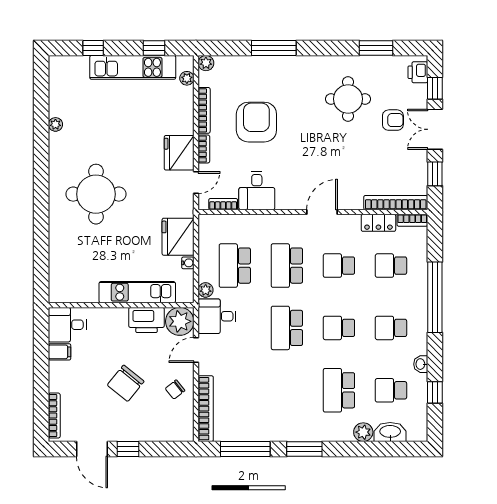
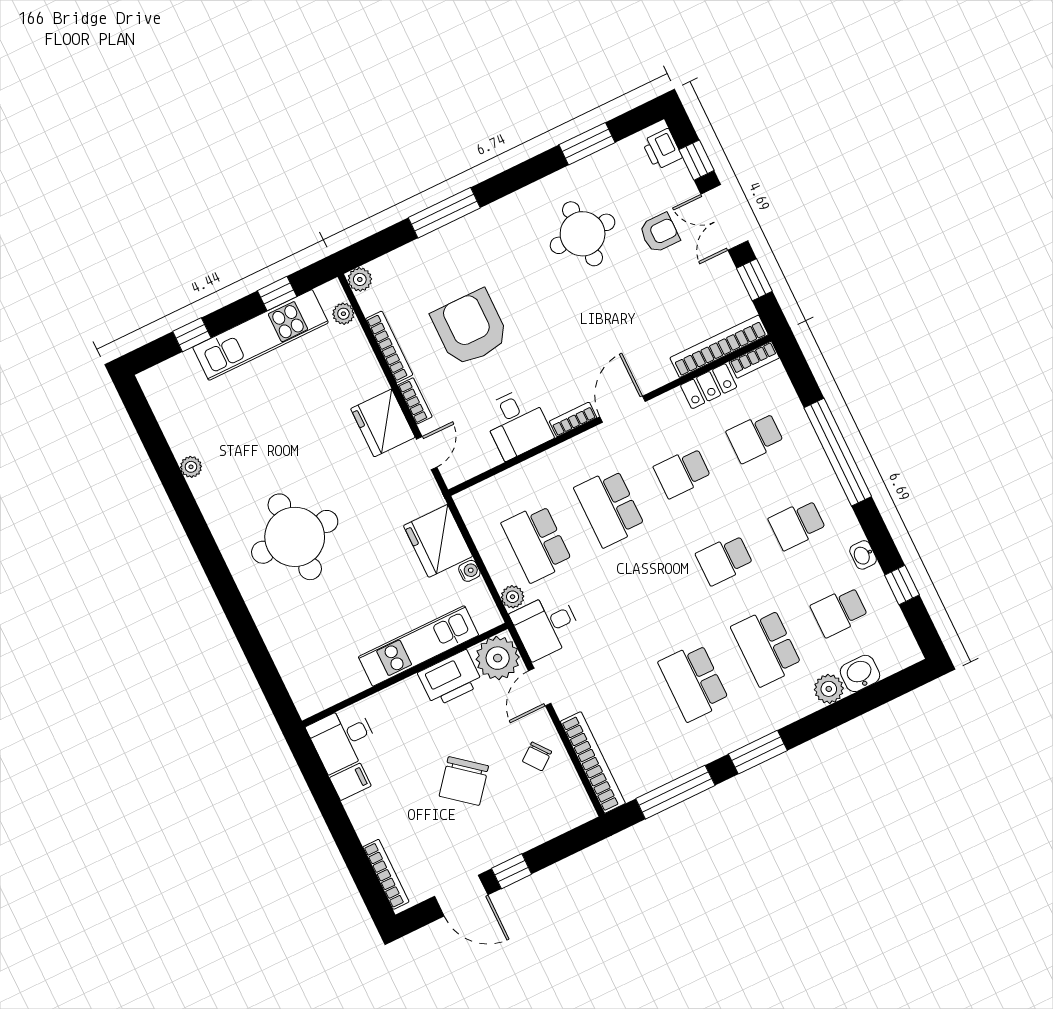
bookcase: (223, 204) -> (573, 419), moved
school desk: (287, 328) -> (694, 682), moved
washbasin: (390, 432) -> (860, 673), width x0.72

